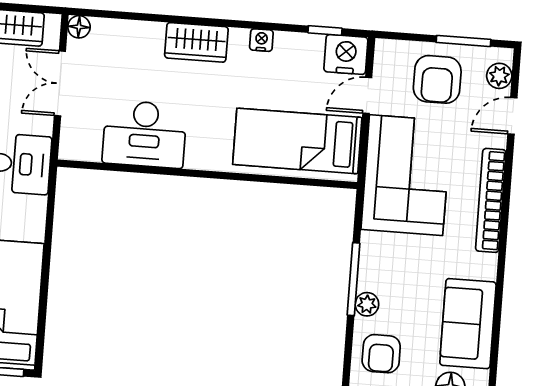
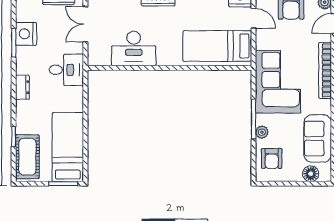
door: (367, 95) -> (254, 18), swing flipped
corner sofa: (406, 175) -> (278, 82), moved

